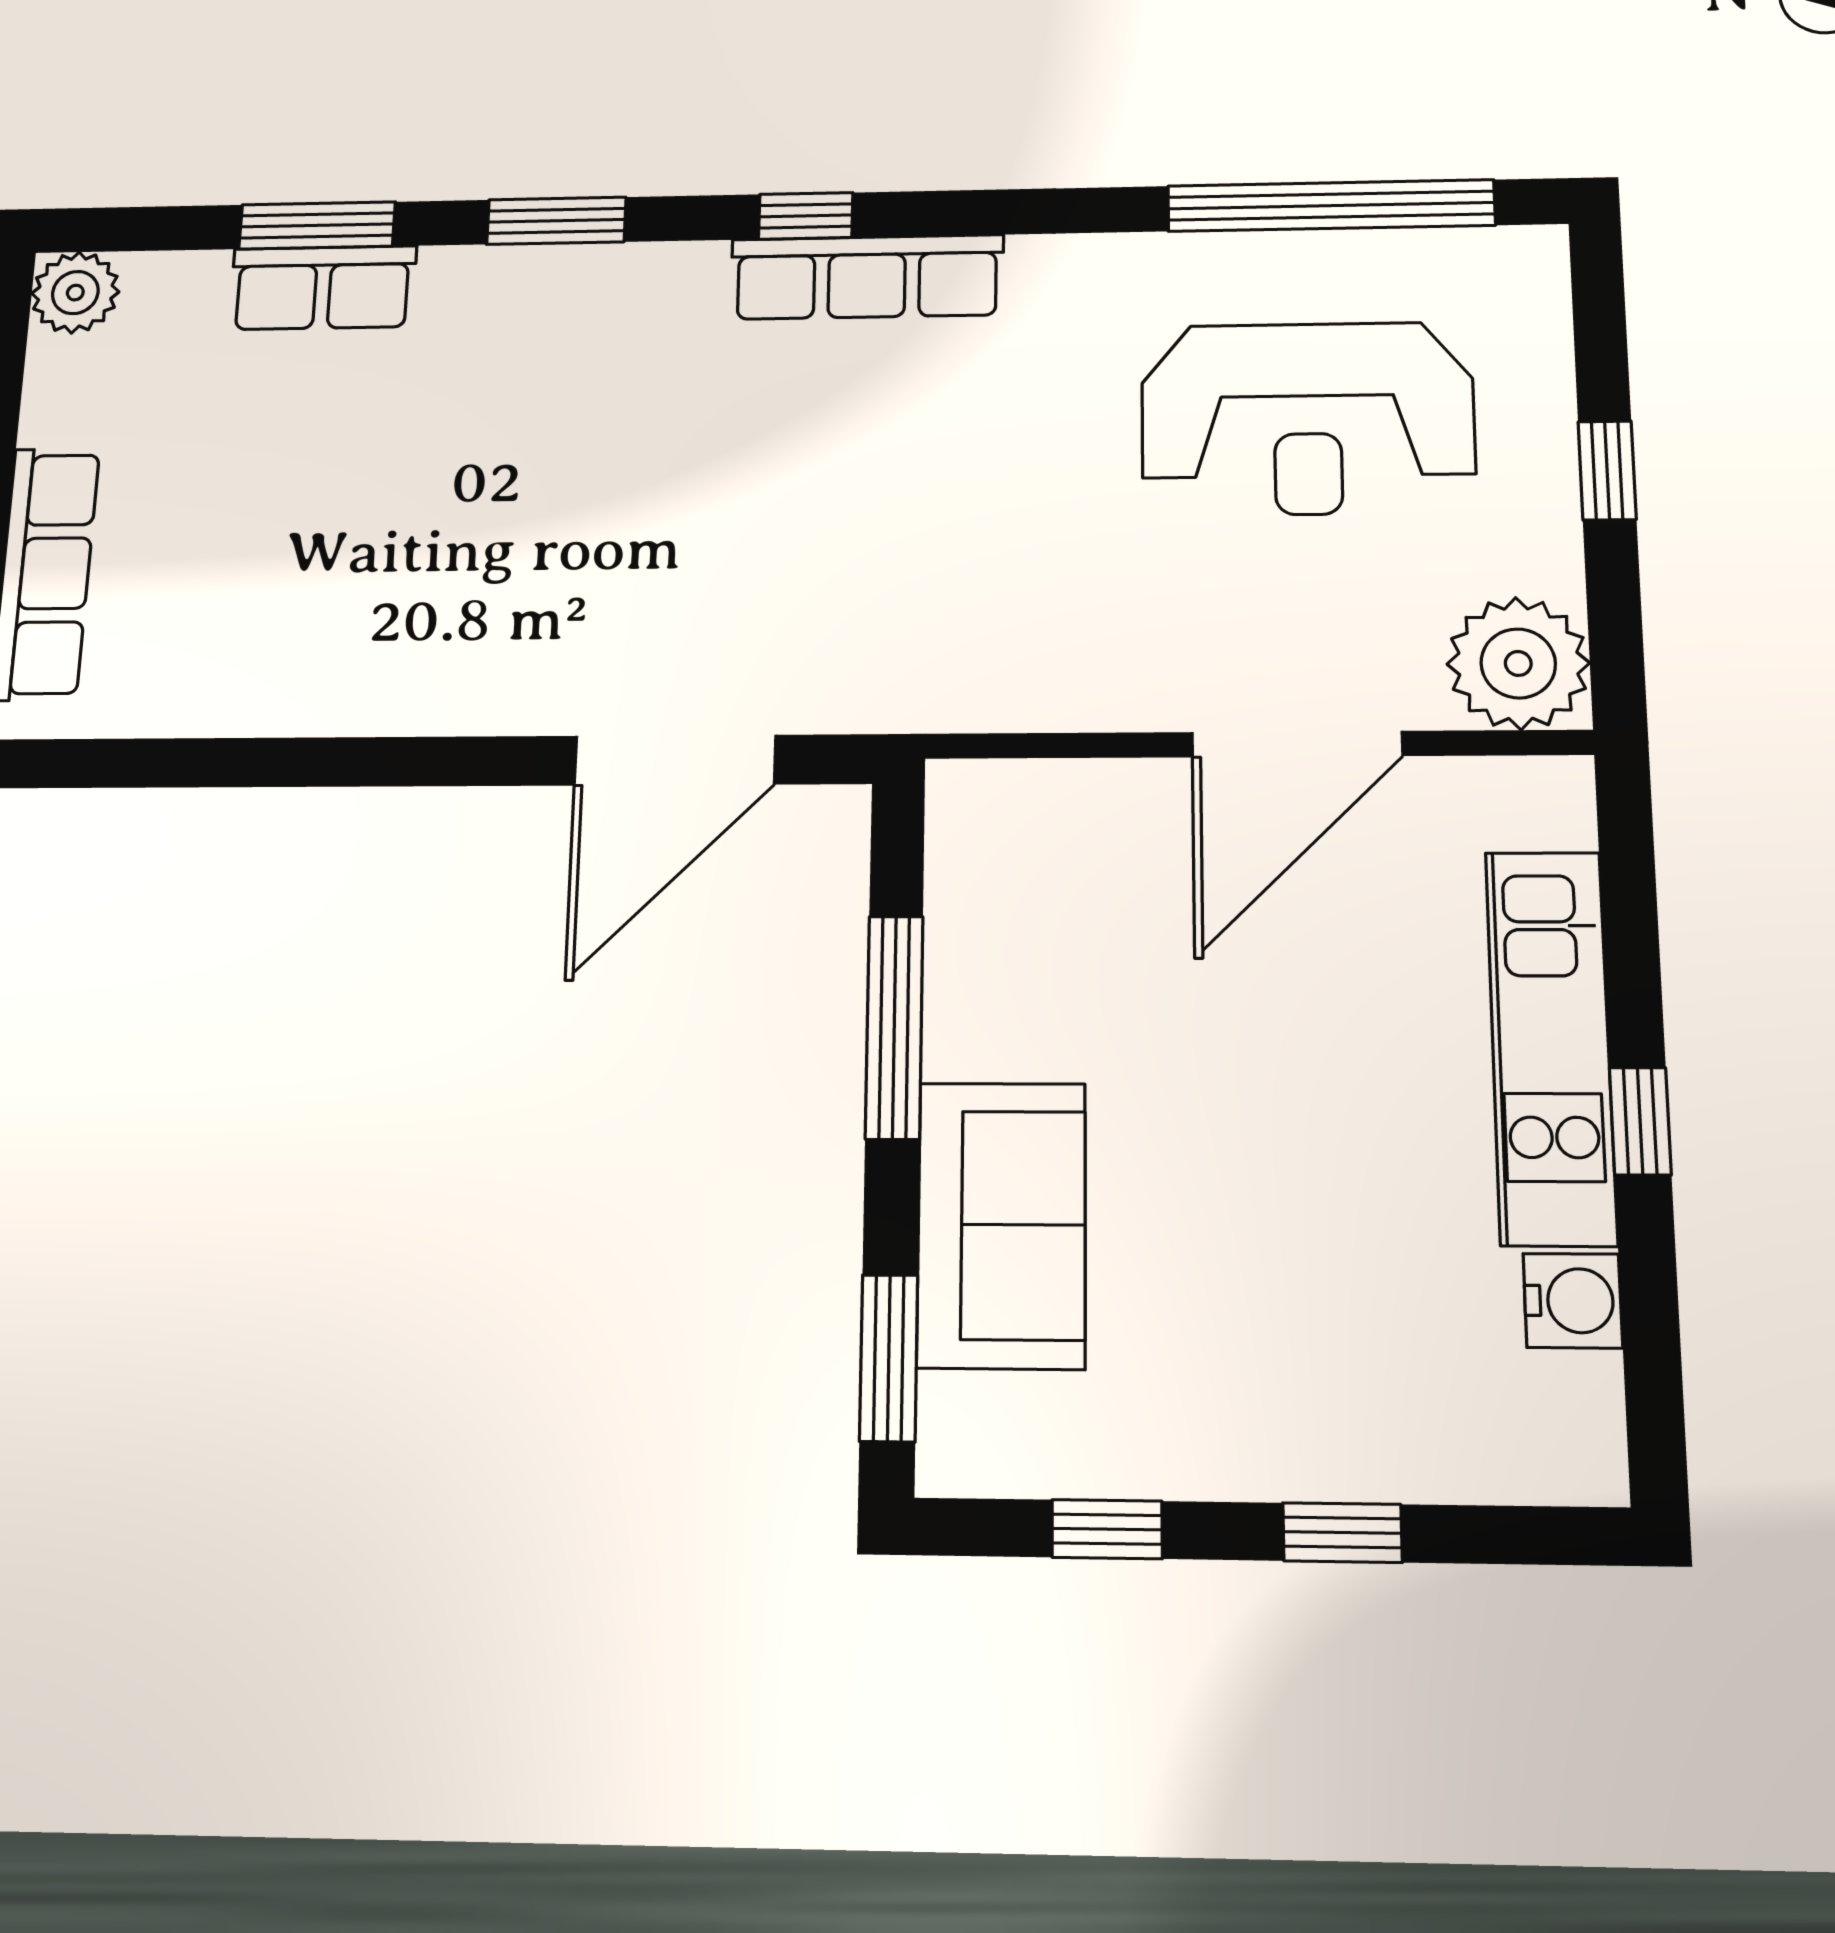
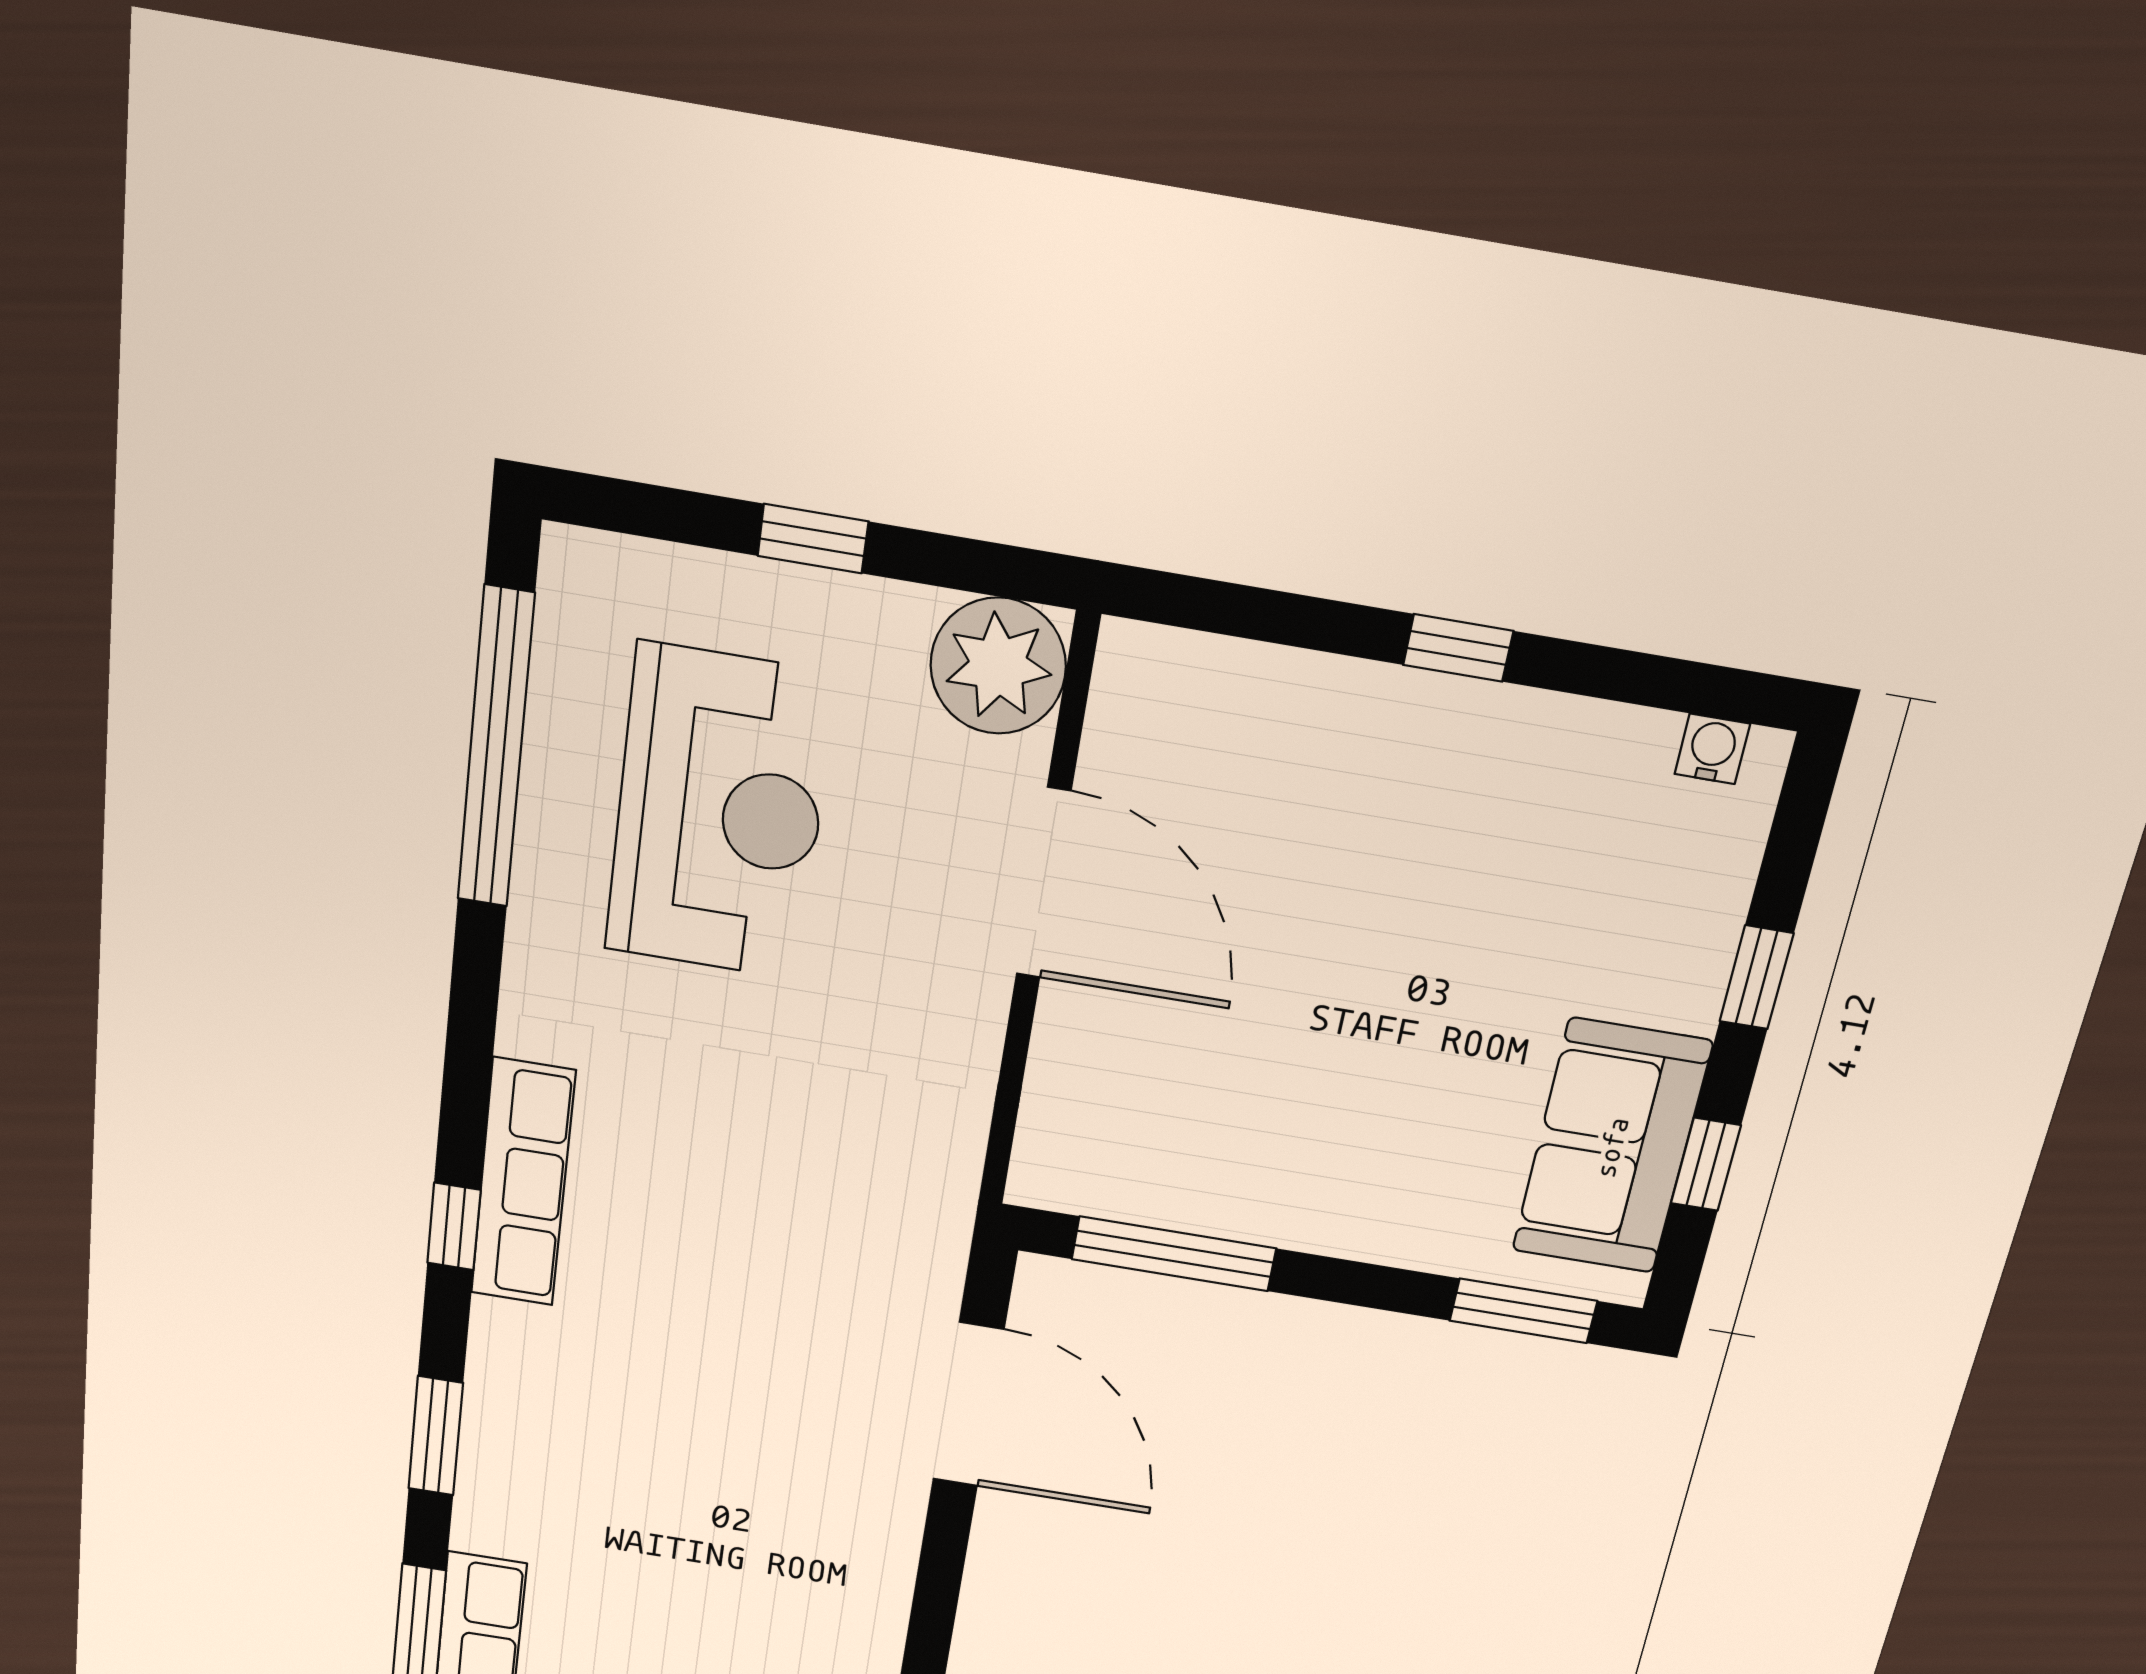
window: (894, 1027) -> (1174, 1254), moved
kitchen unit: (1551, 1046) -> (1372, 714), removed
sofa: (1002, 1225) -> (1612, 1147), moved, turned -90
water cooler: (1573, 1301) -> (1712, 749), moved, width x0.72, depth x0.72

